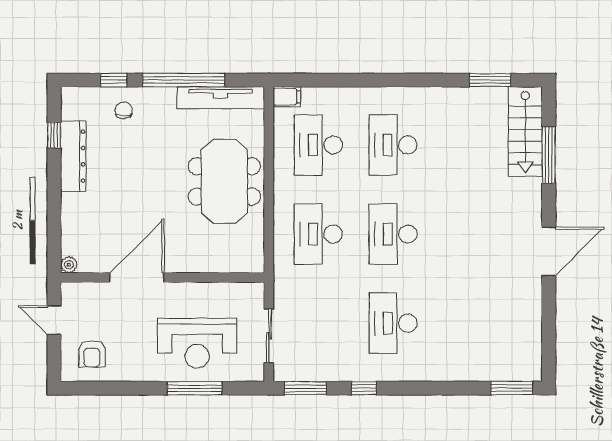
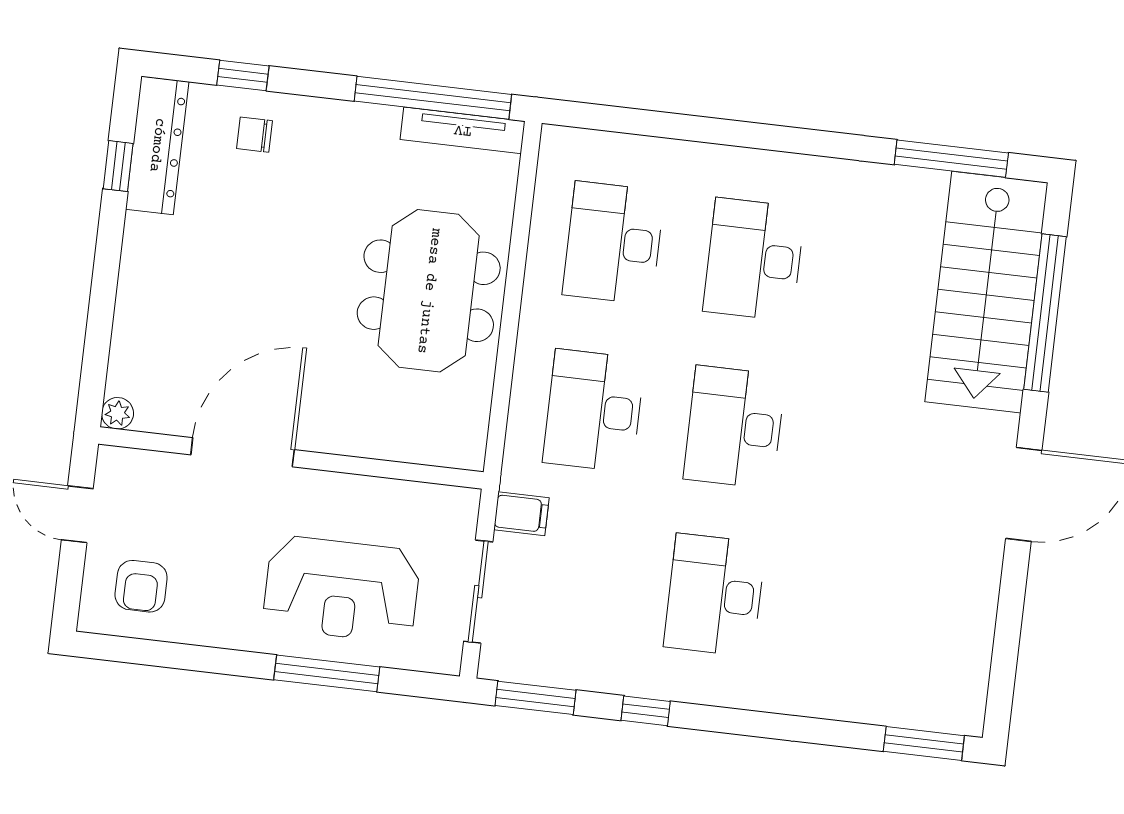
window: (184, 80) -> (433, 98), moved
window: (490, 80) -> (951, 159), width x1.44
filing cabinet: (287, 97) -> (521, 514), moved
tv unit: (221, 98) -> (463, 130), width x0.73, depth x0.78
chair: (124, 110) -> (255, 135), turned -90
stairs: (525, 131) -> (986, 292), width x1.36, depth x1.51
window: (549, 155) -> (1045, 313), width x1.46
dresser: (73, 156) -> (157, 145), moved

